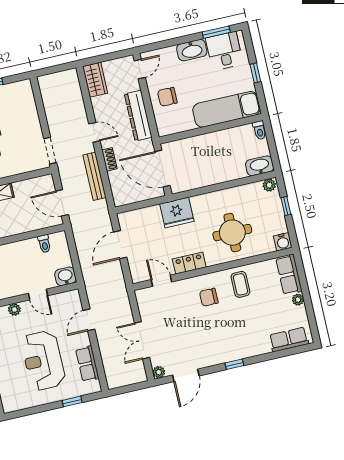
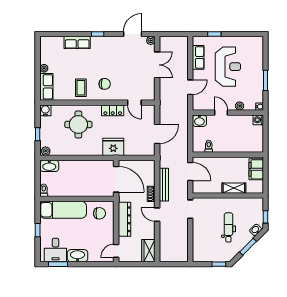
chair: (167, 97) -> (100, 213), moved
row of seats: (289, 339) -> (77, 42), moved

